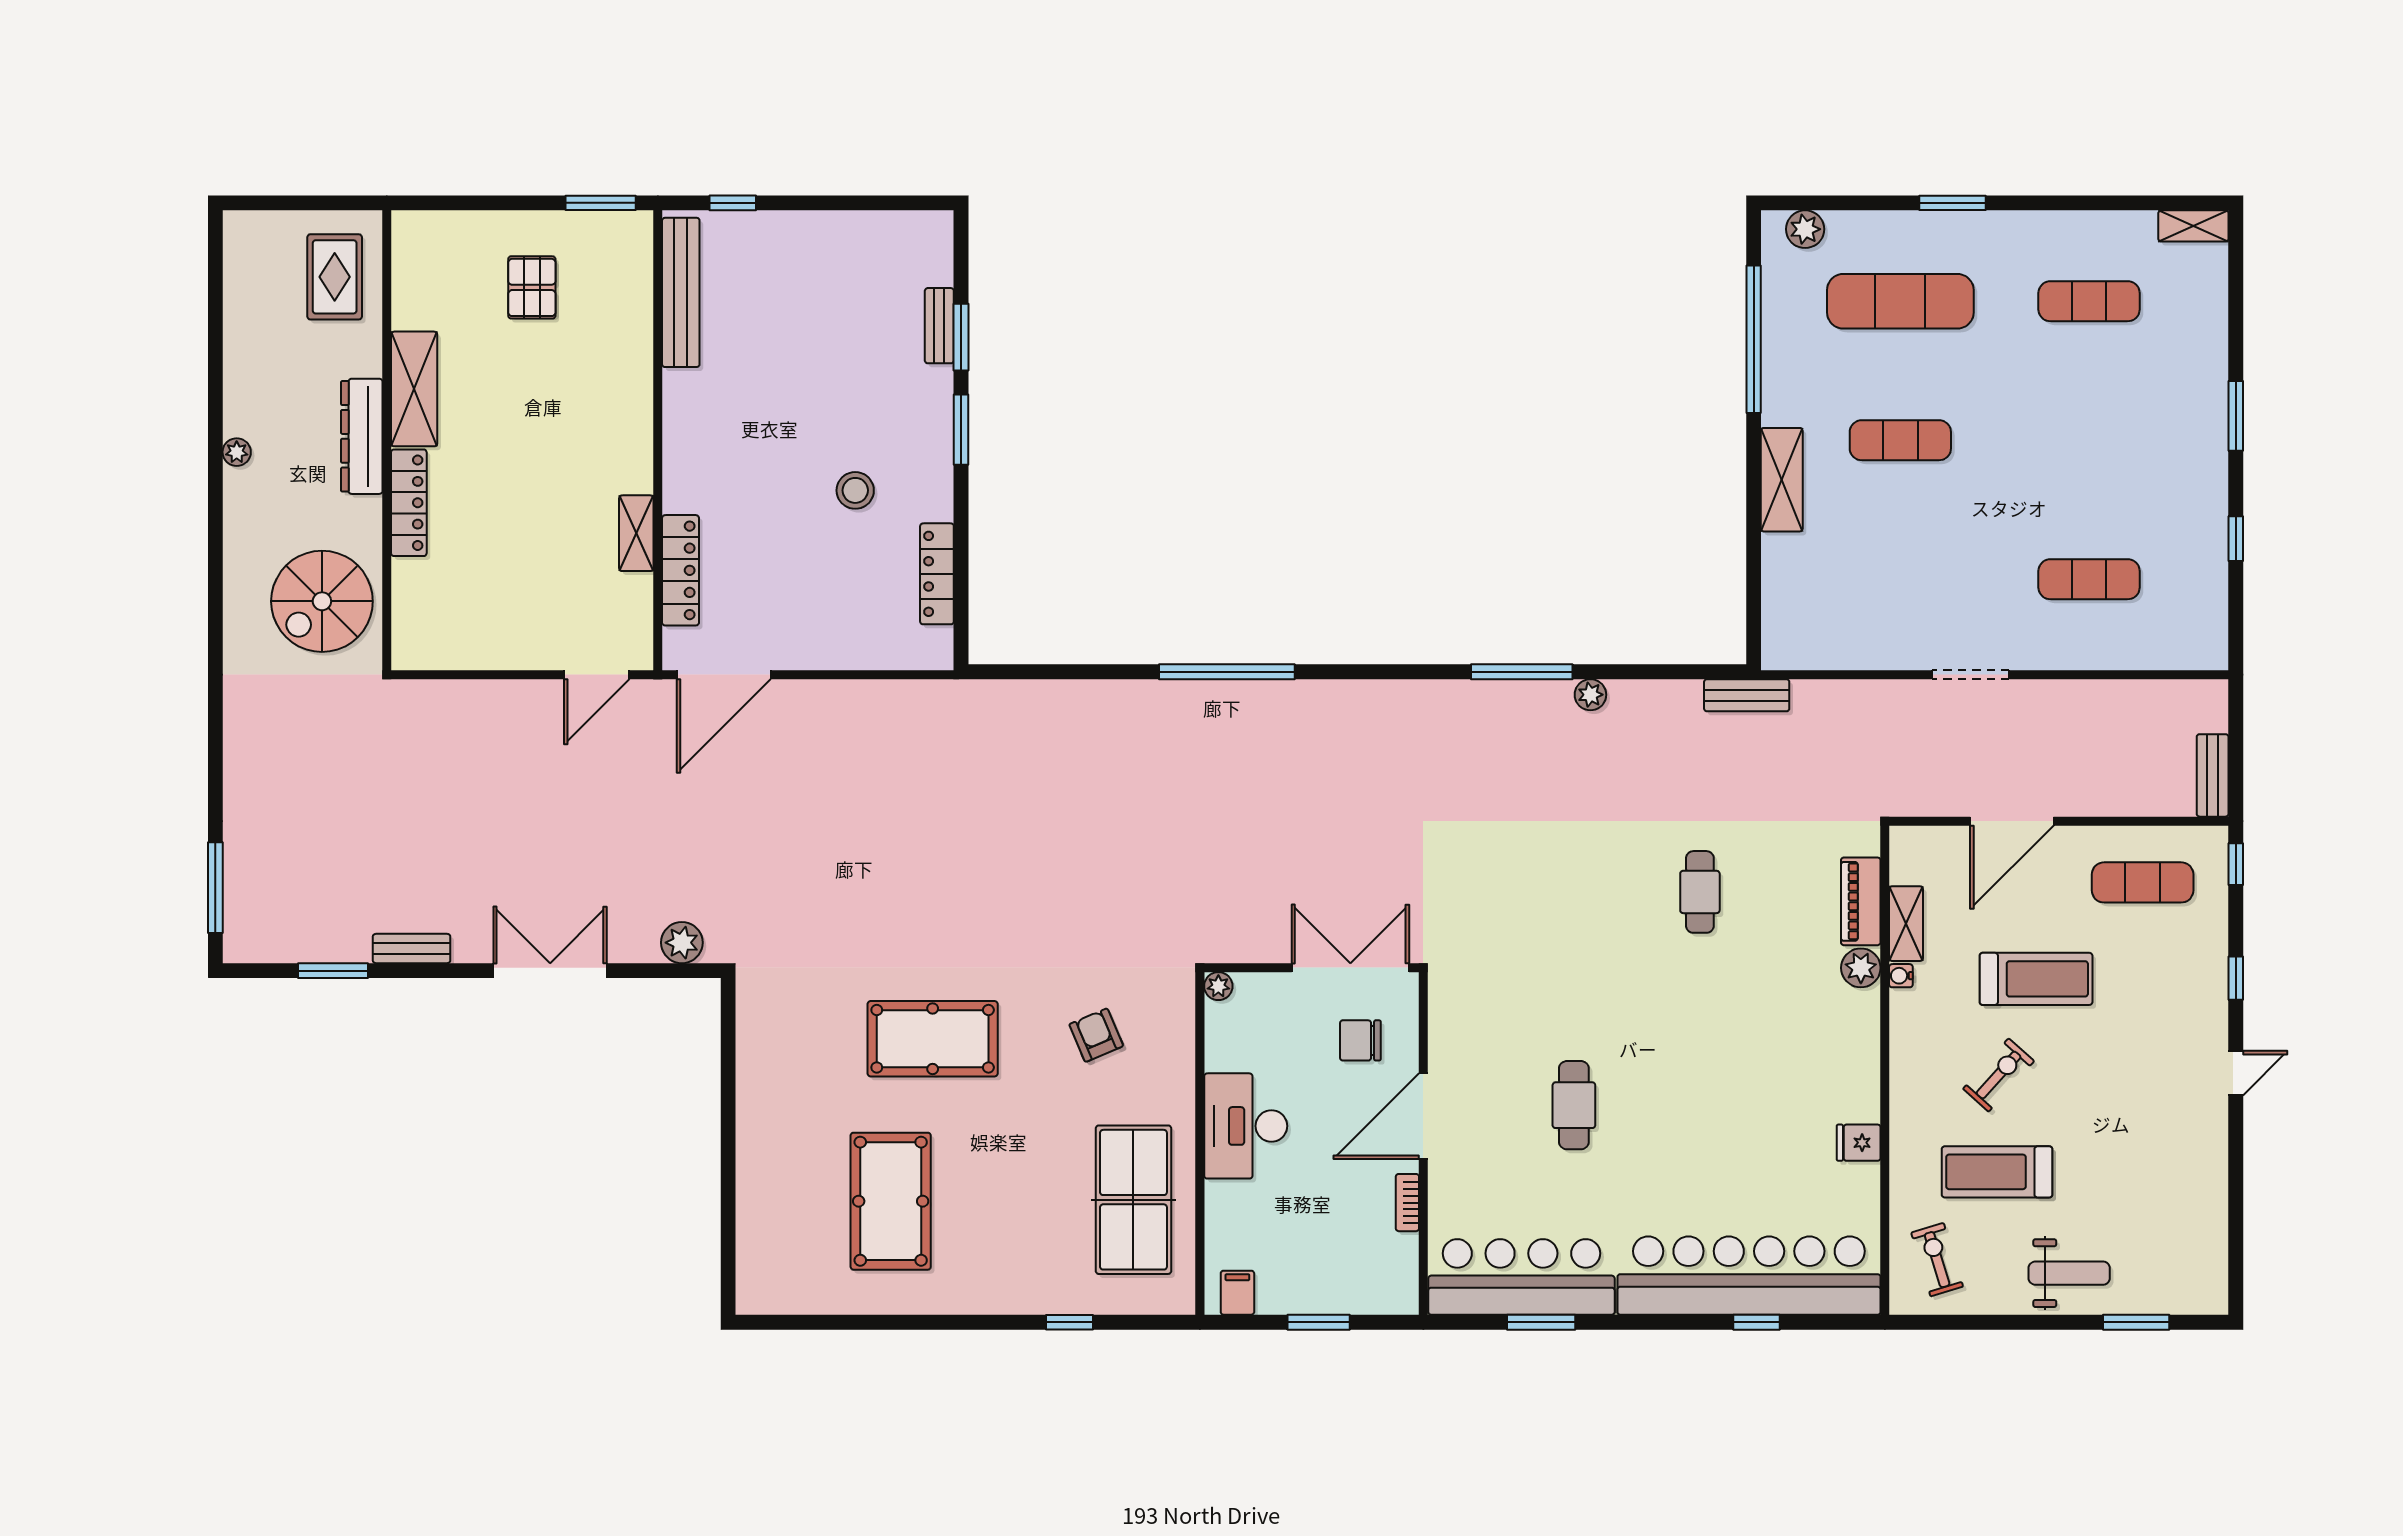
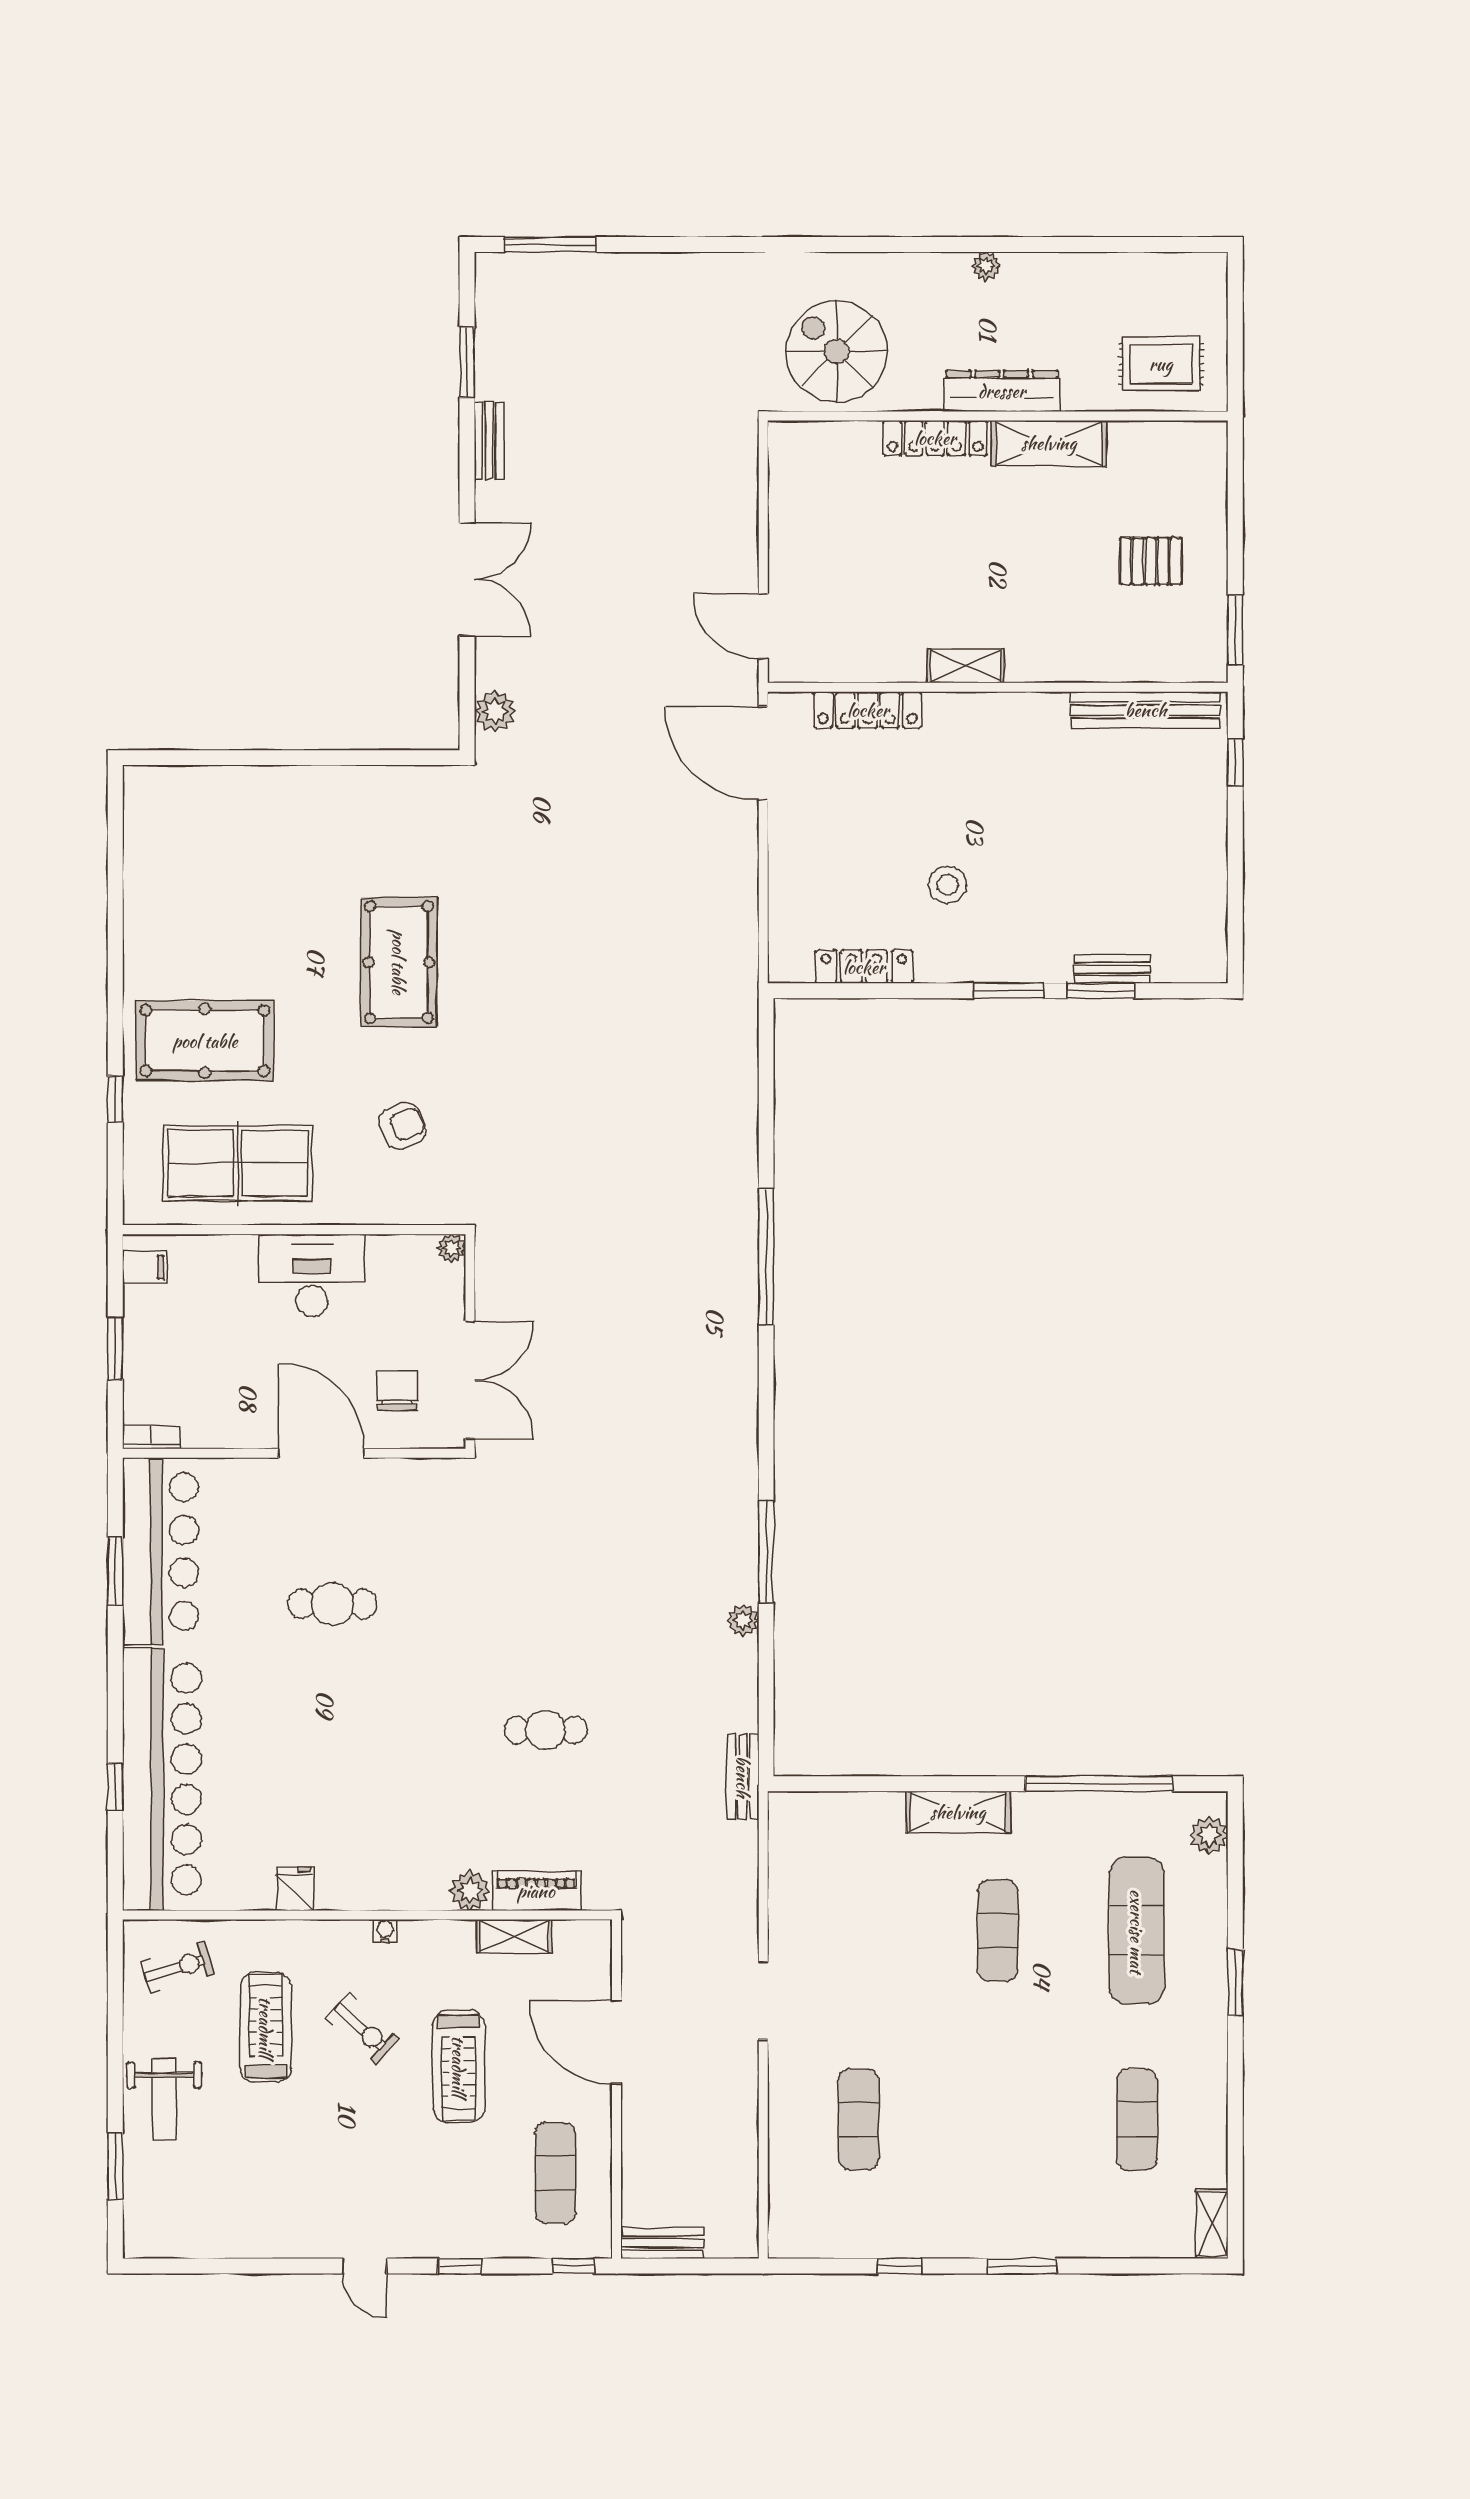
shelving: (636, 533) -> (965, 666), moved
water cooler: (1901, 976) -> (385, 1931), moved
pool table: (891, 1201) -> (205, 1041), moved
bookcase: (1407, 1203) -> (151, 1437), moved

